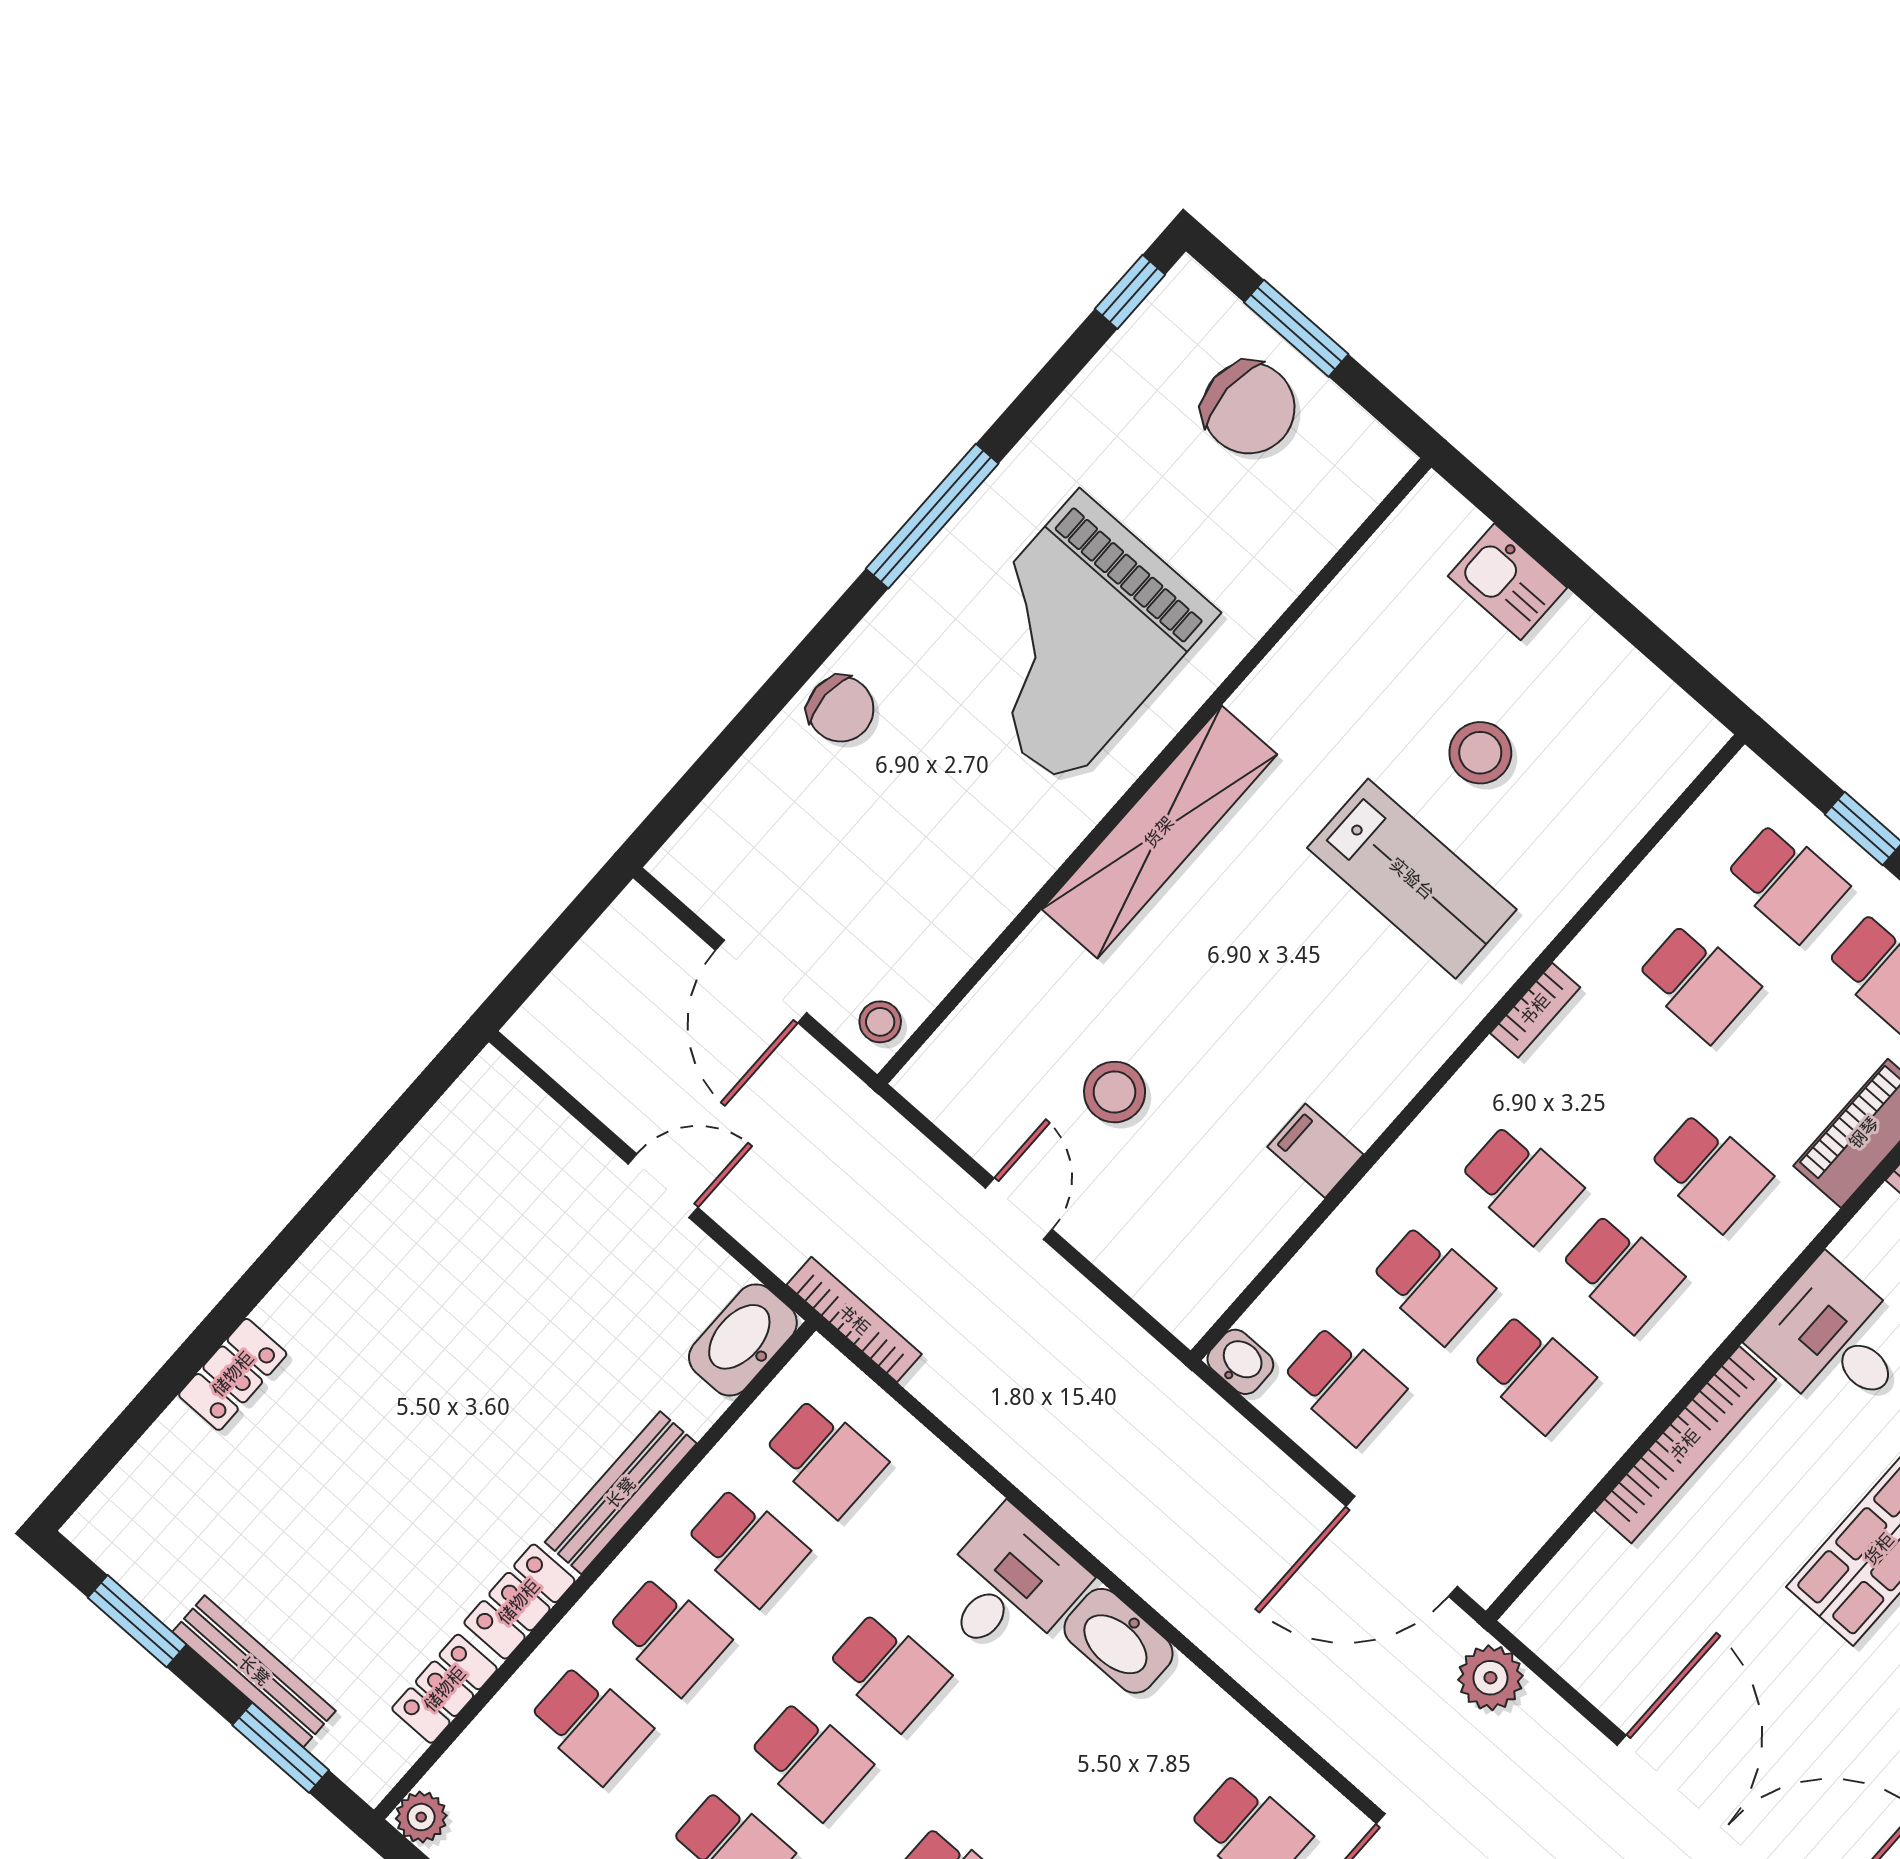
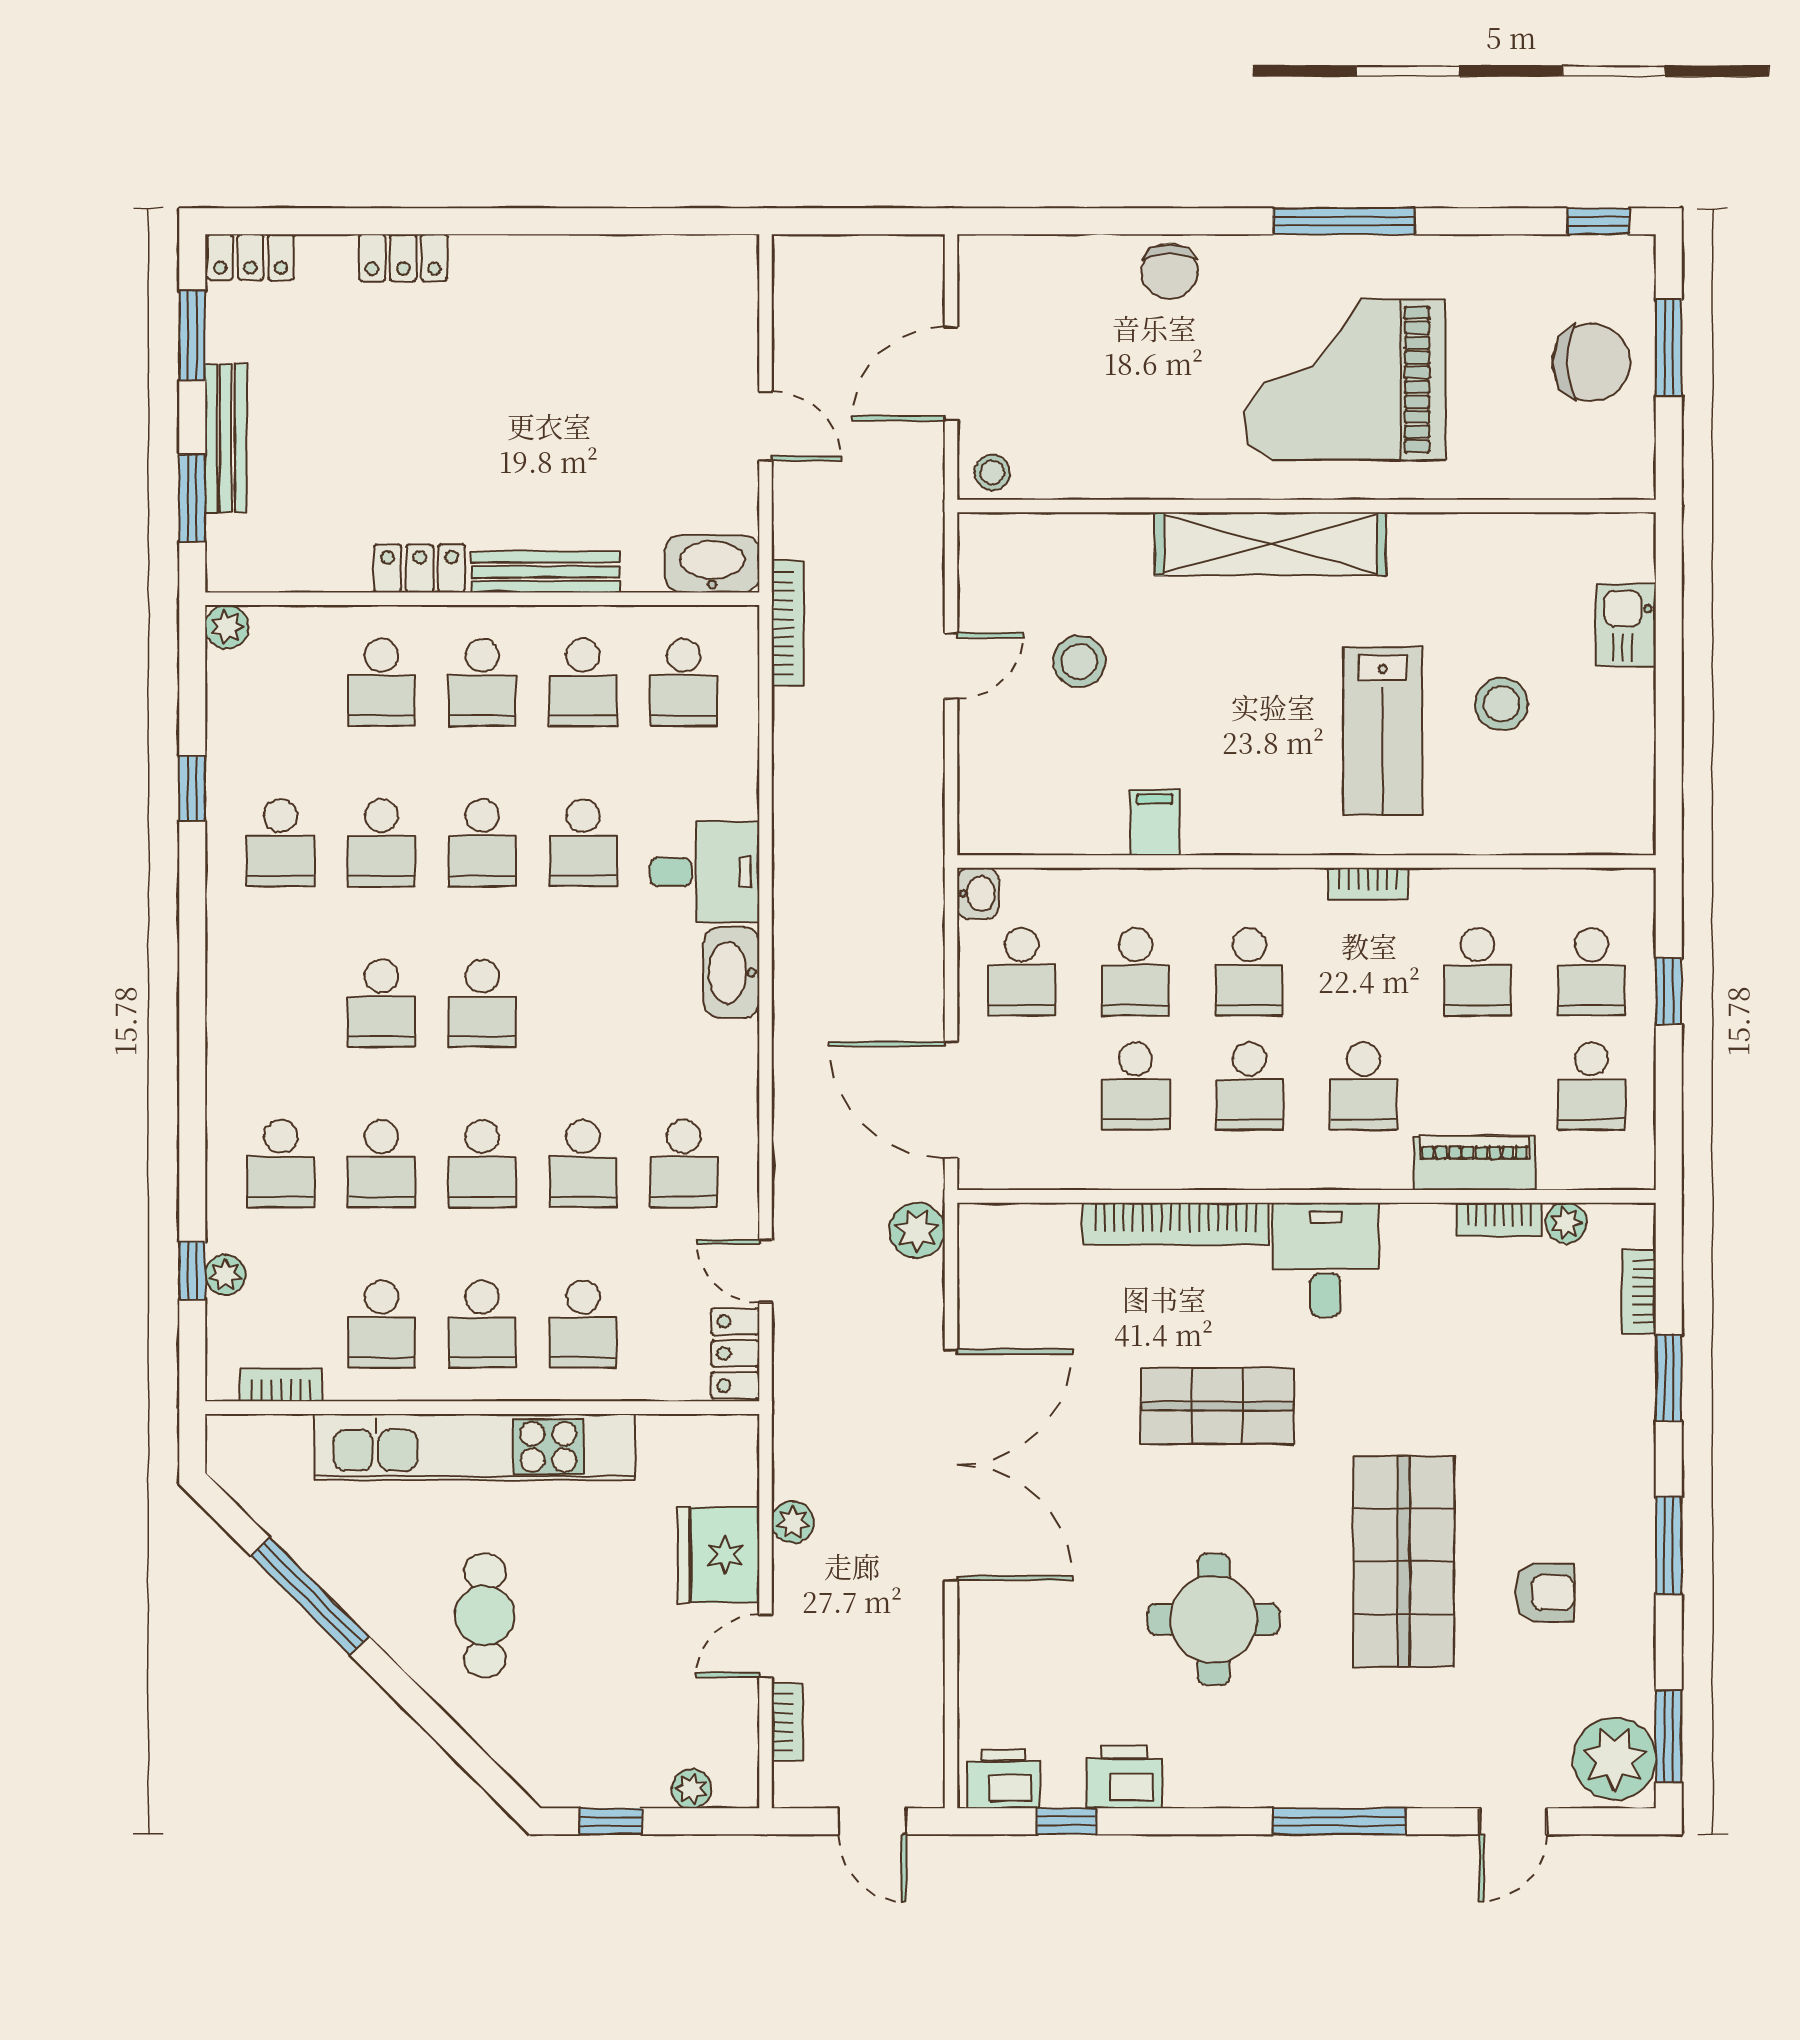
chair: (1249, 408) -> (1591, 362), turned -90
locker: (445, 1689) -> (251, 257), moved, turned 180

